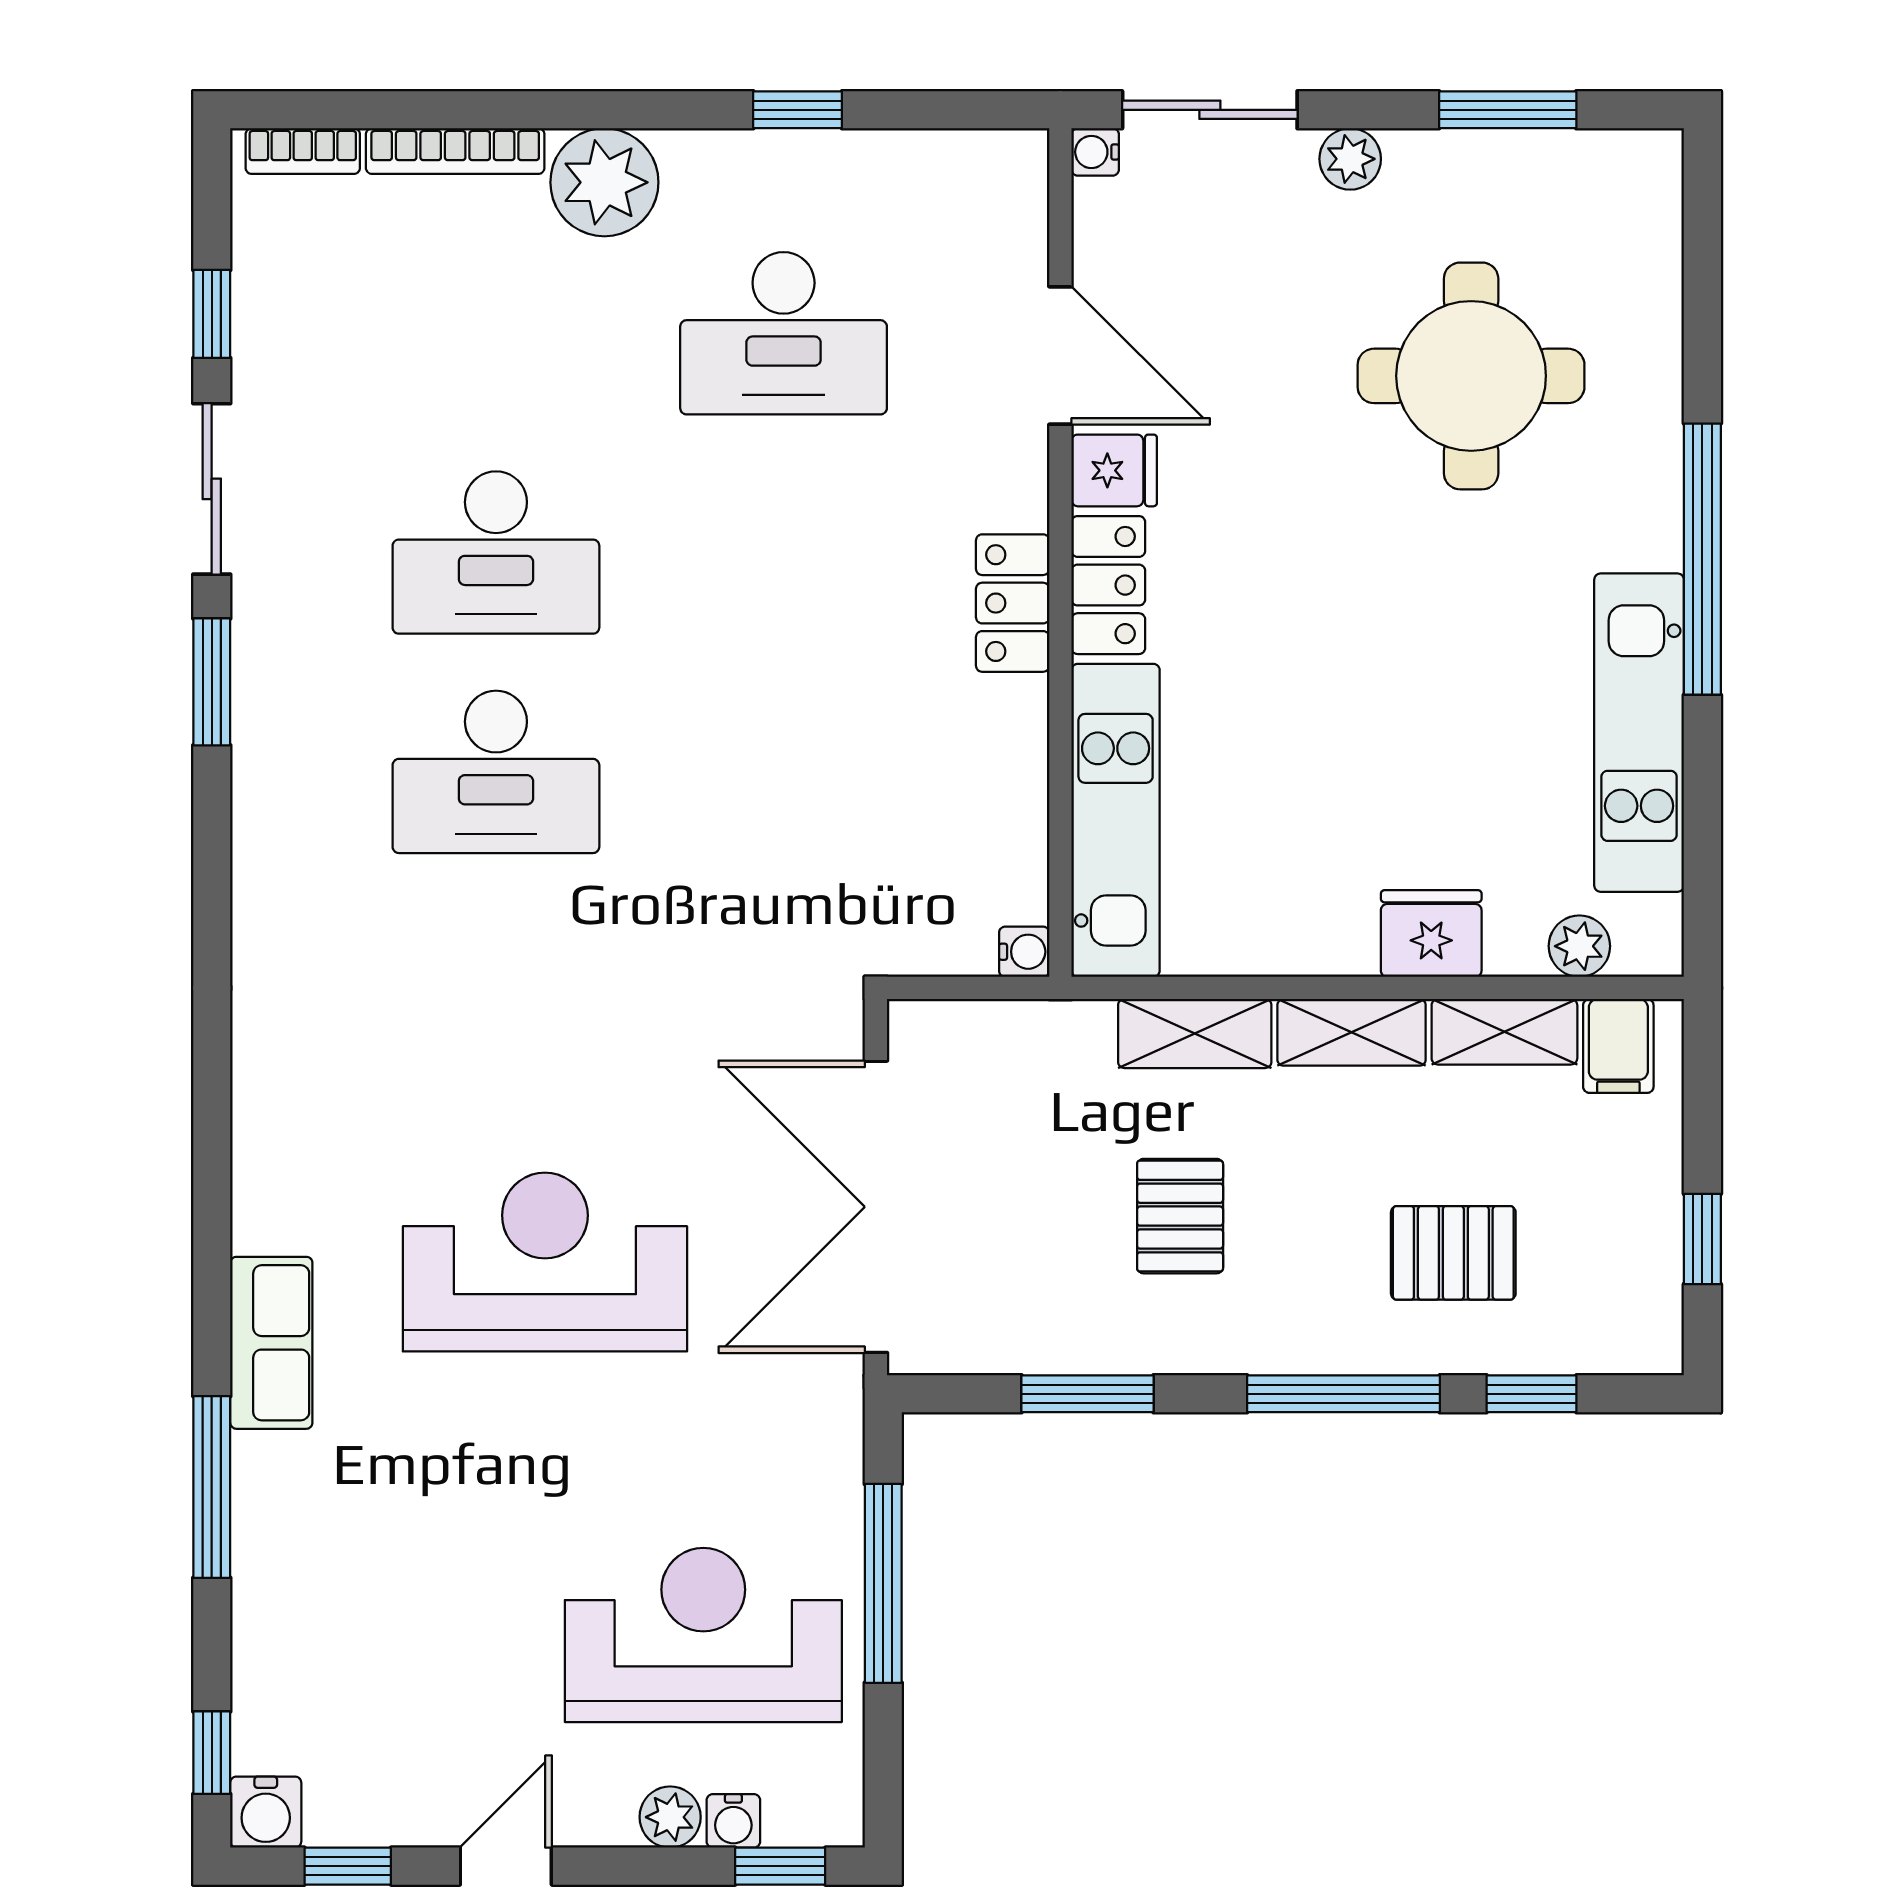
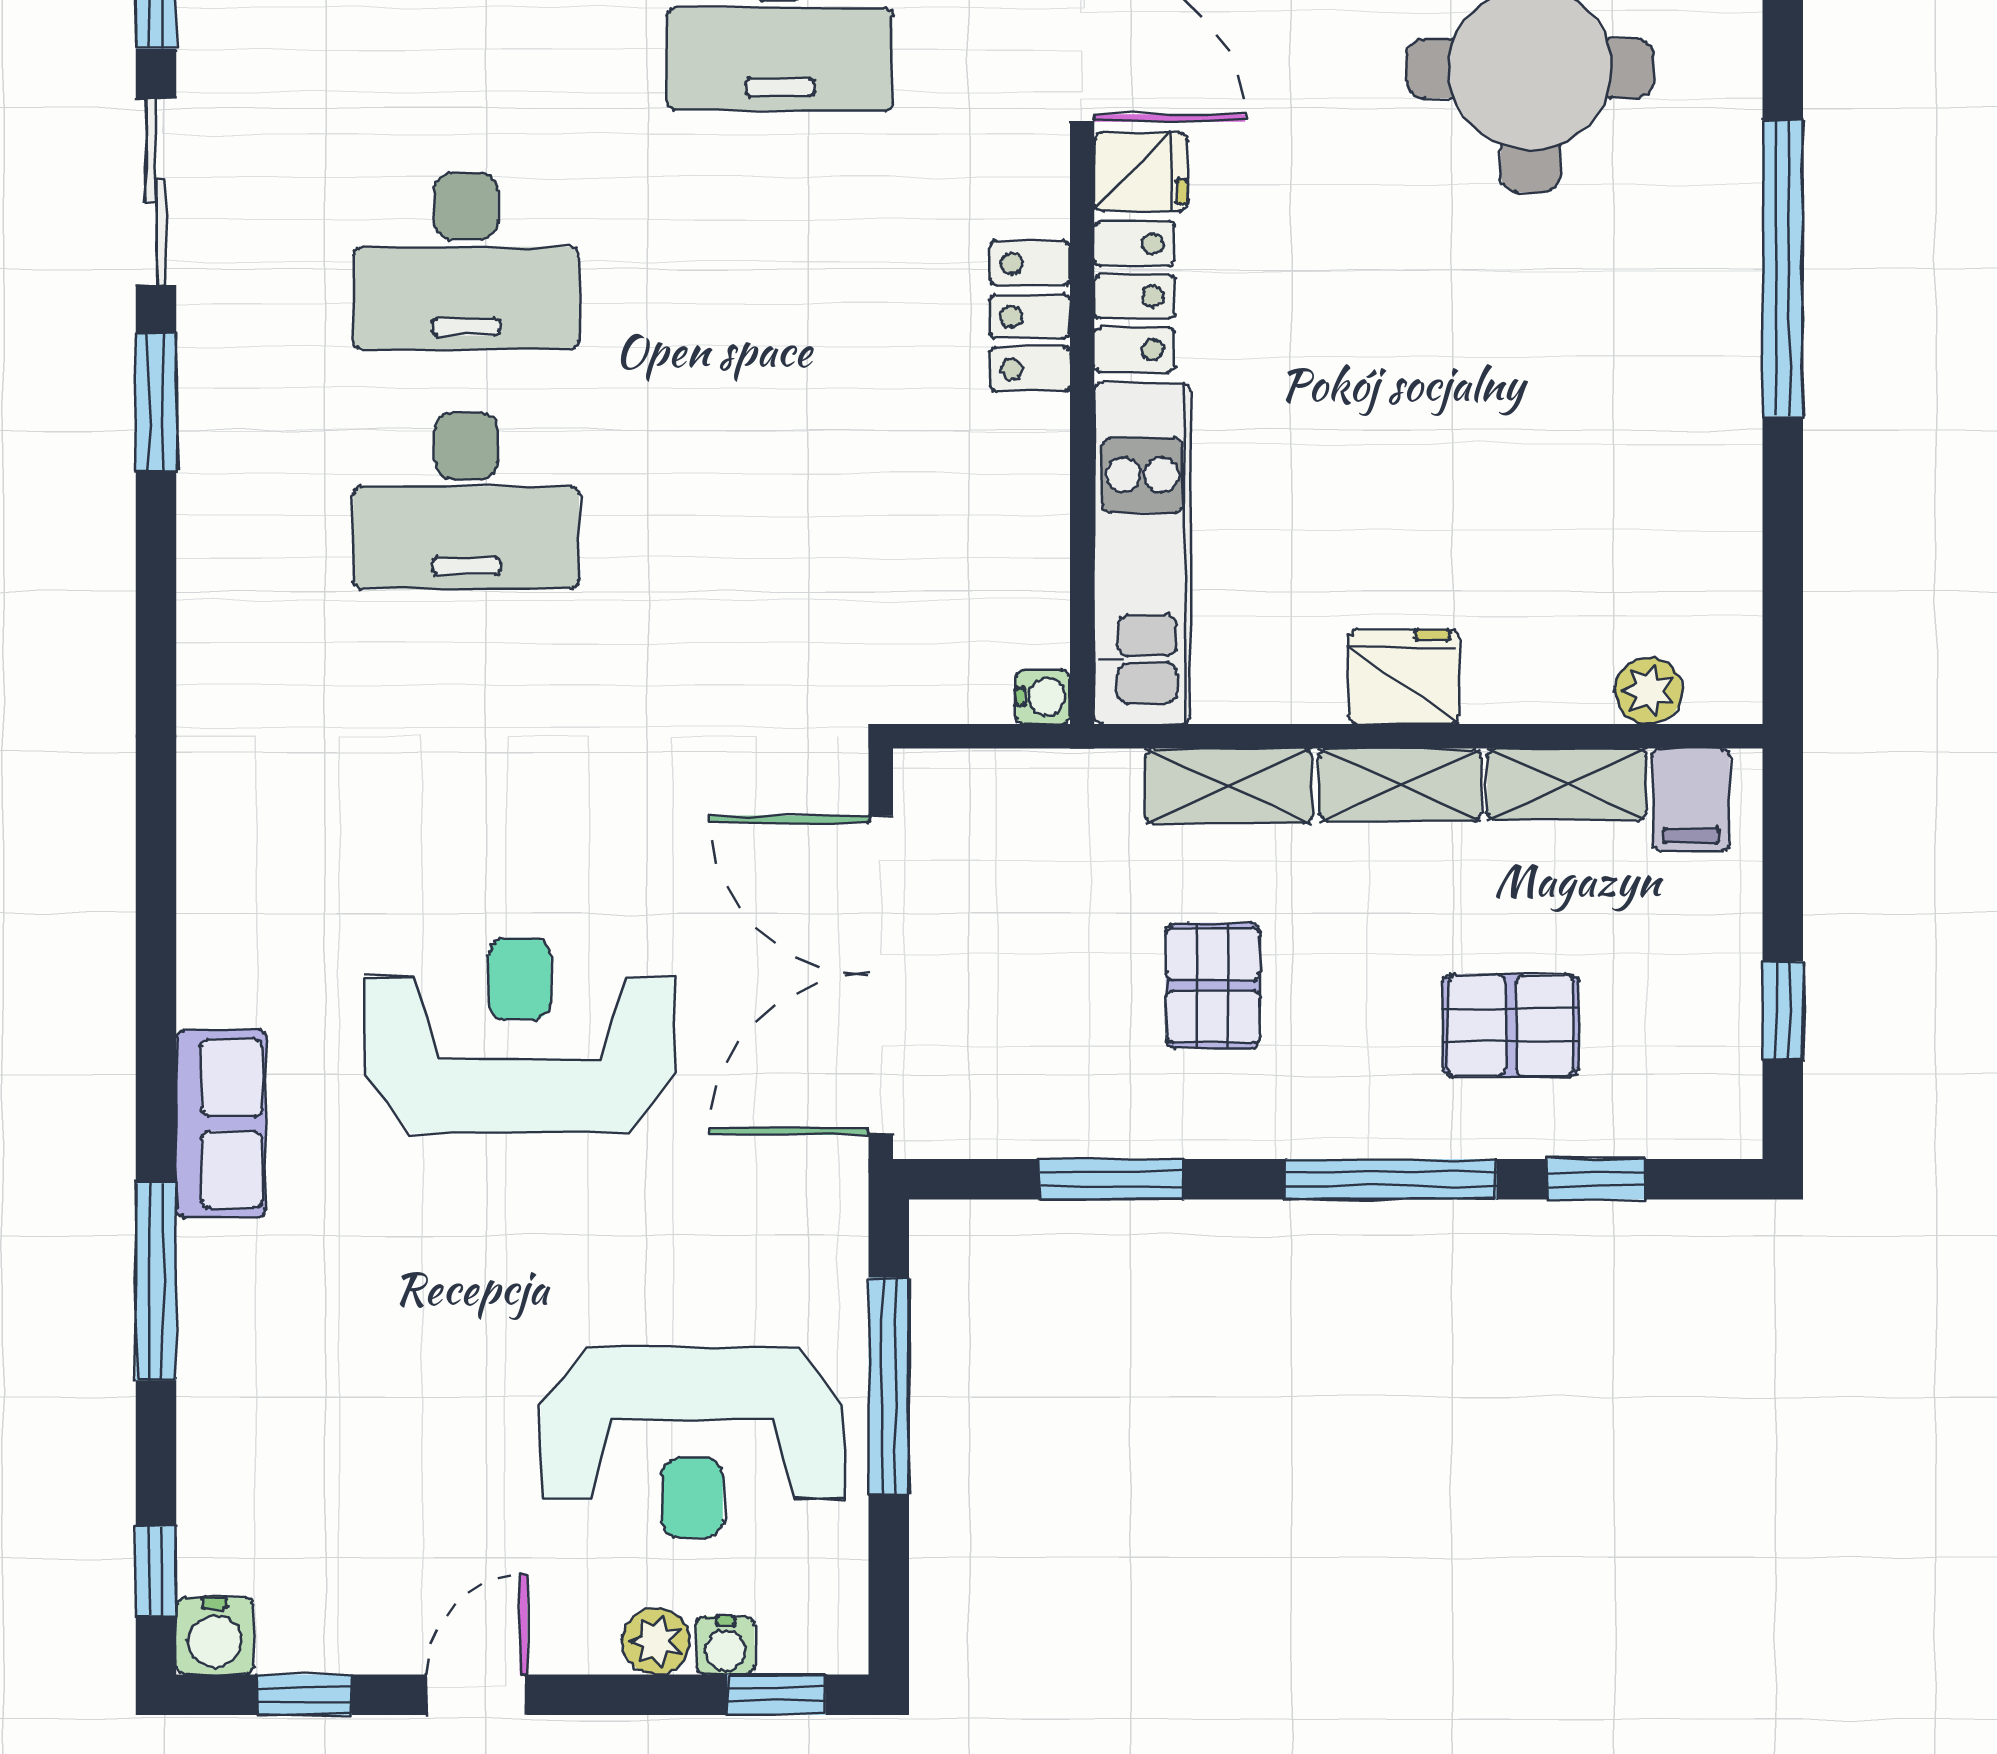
kitchen unit: (1639, 733) -> (1714, 458), removed
fridge: (1431, 933) -> (1404, 677), moved
reception desk: (703, 1635) -> (692, 1442), turned 180

